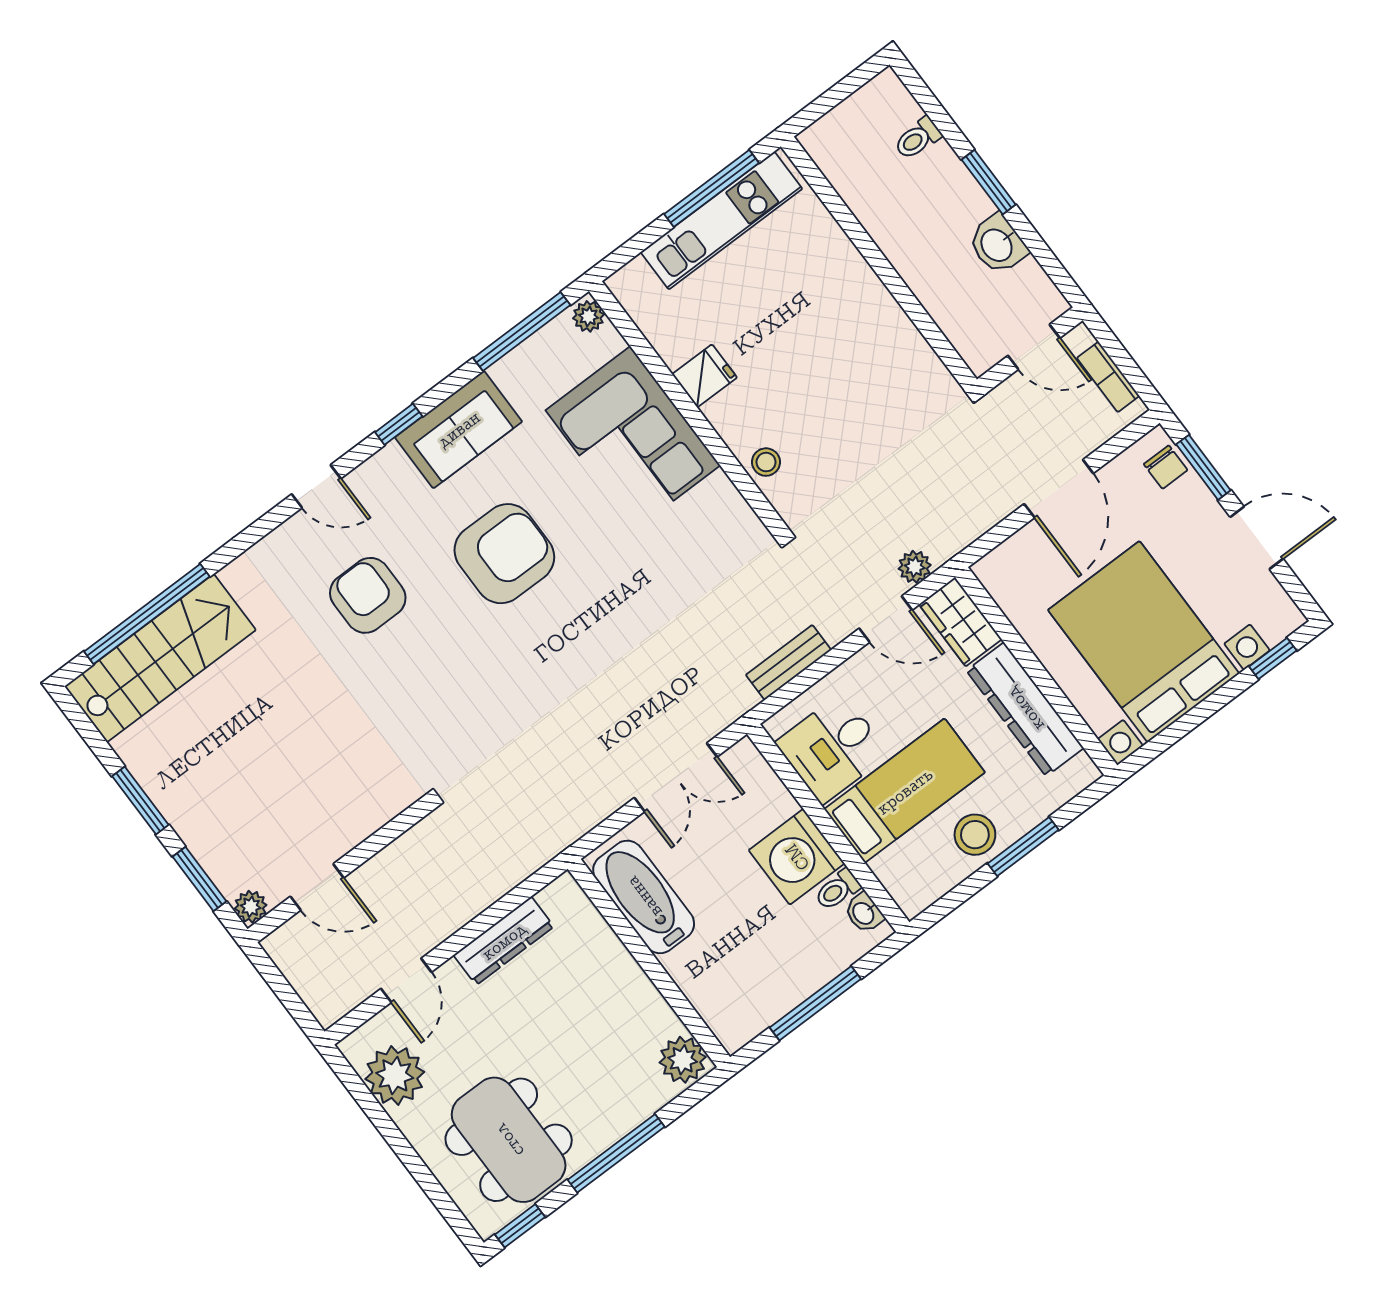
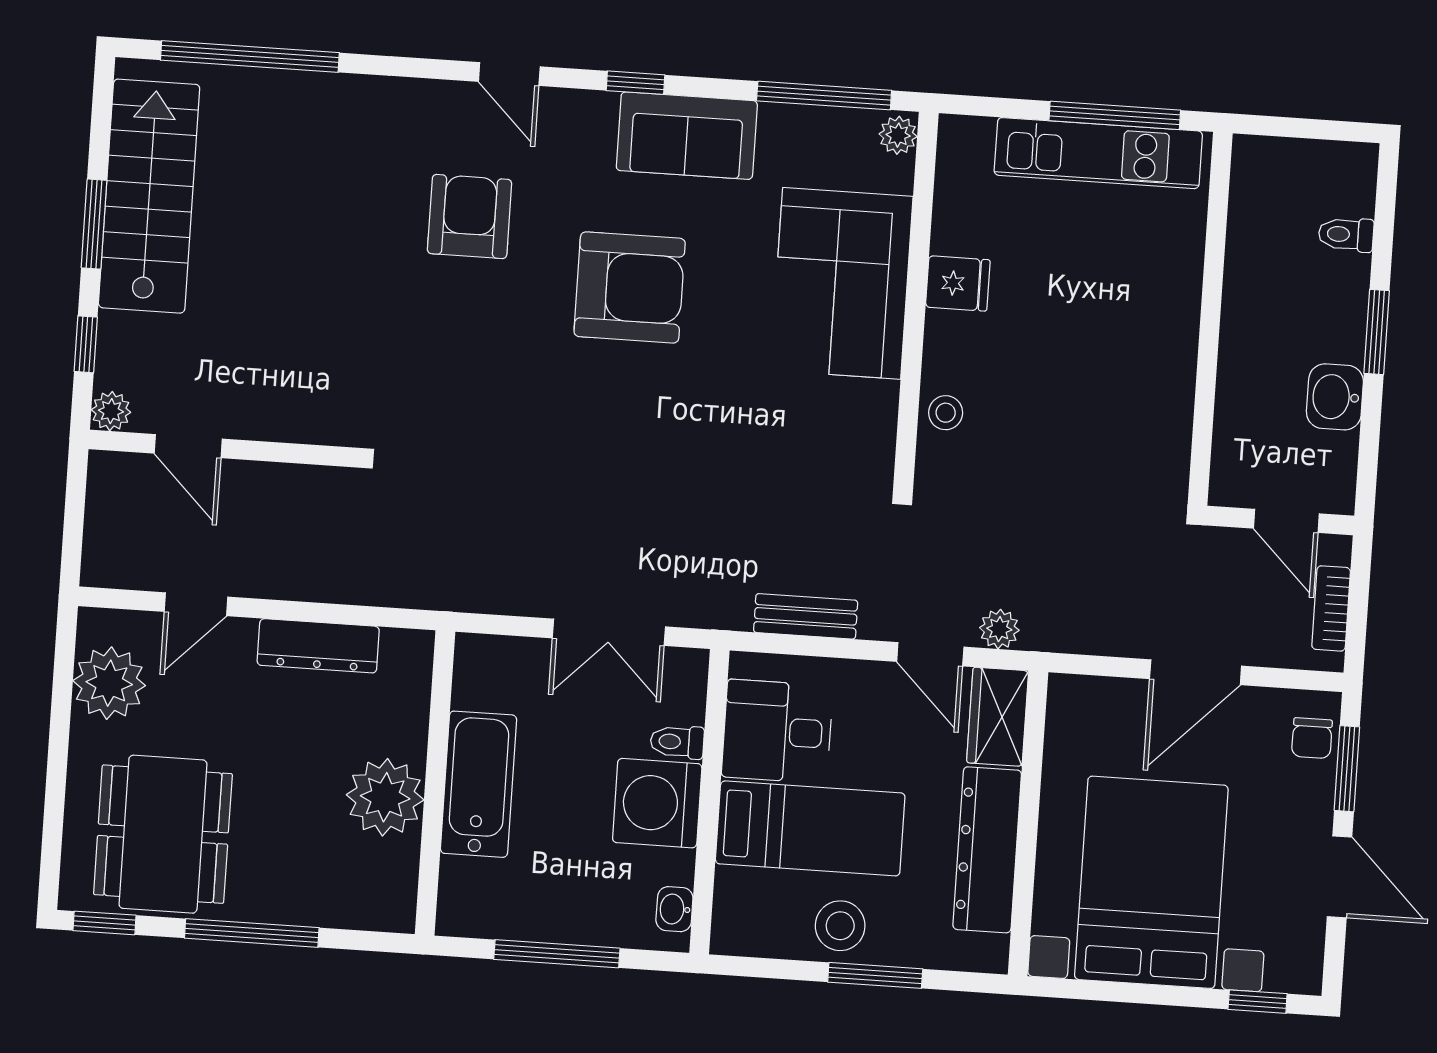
stairs: (160, 658) -> (149, 196), moved, turned -90
window: (199, 879) -> (86, 344), width x0.67
toilet: (838, 890) -> (677, 742), moved
bathtub: (644, 897) -> (479, 784), moved
plant: (683, 1060) -> (385, 797), moved, width x1.36, depth x1.36

